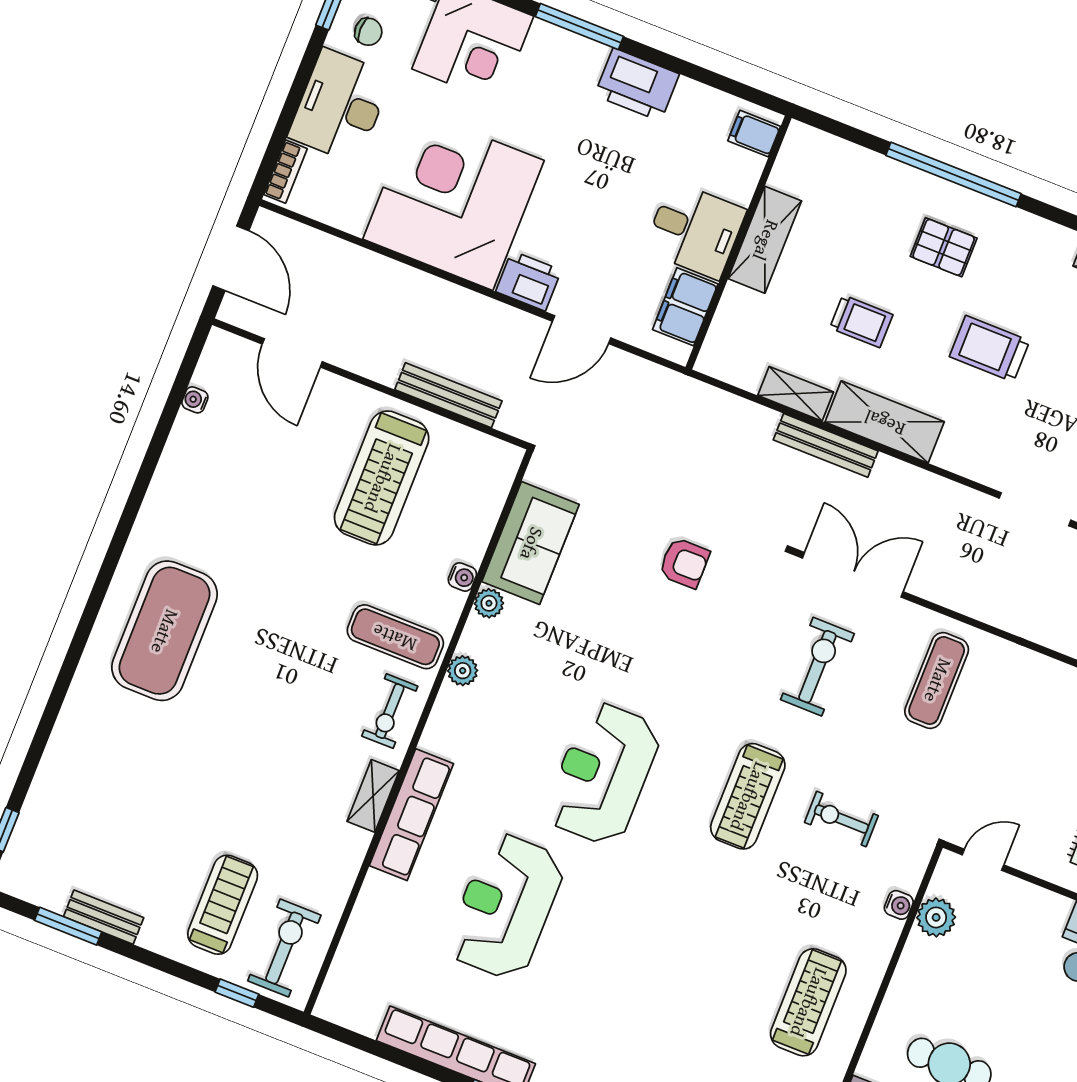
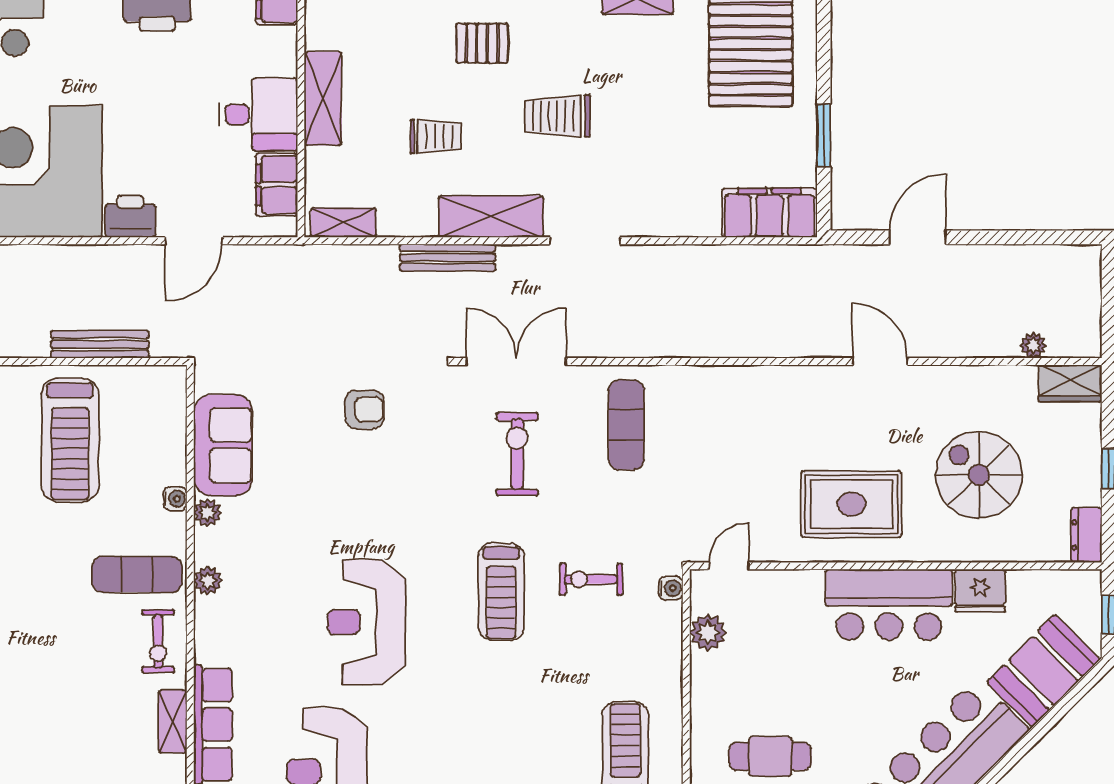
shelving: (796, 394) -> (343, 223), moved
doorway: (1035, 509) -> (585, 241), moved
water cooler: (899, 905) -> (671, 588), moved

